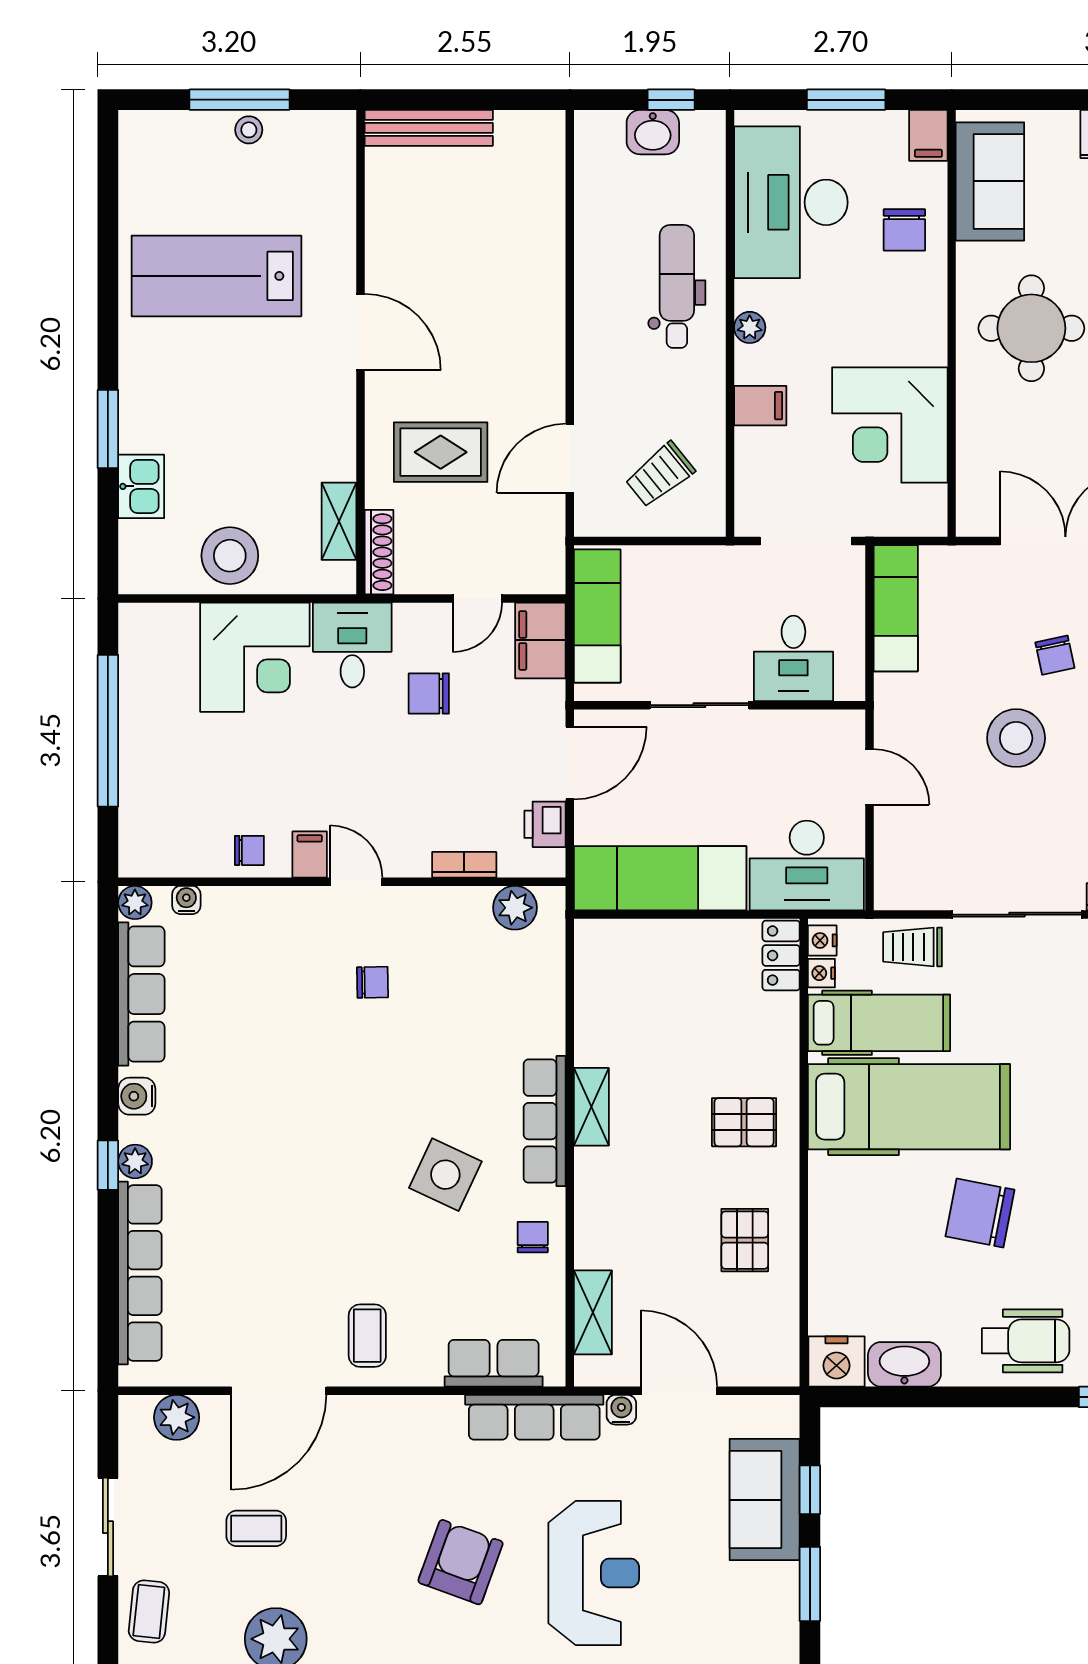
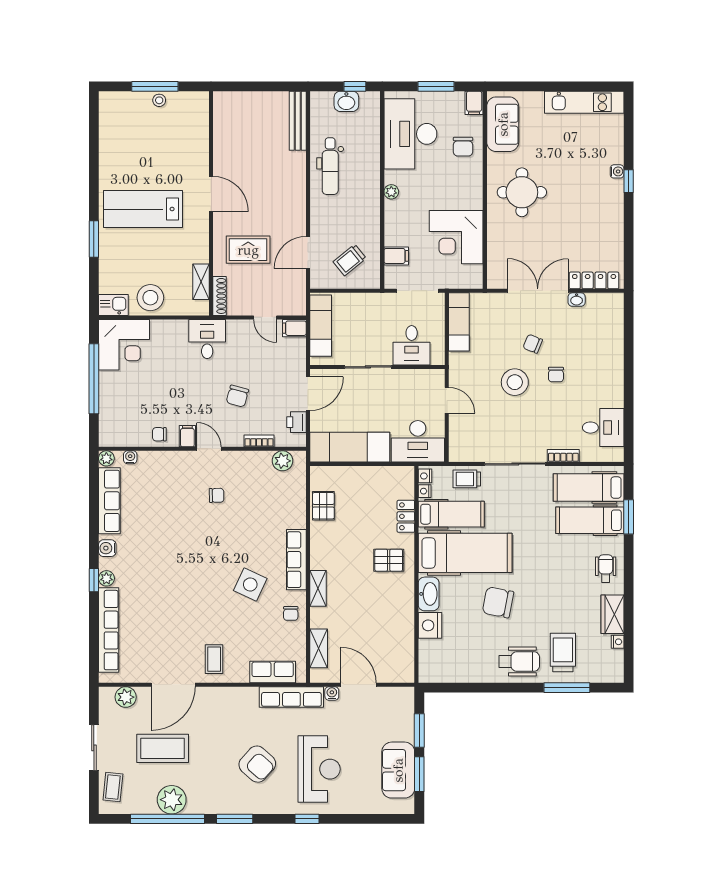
bench: (429, 128) -> (298, 121), moved, turned 90
lab bench: (216, 276) -> (143, 209), moved
dental chair: (677, 286) -> (330, 166), moved, turned 180
filing cabinet: (760, 406) -> (396, 256), moved
kitchen sink: (141, 486) -> (113, 305), moved, turned -90
door: (477, 598) -> (265, 317), hinge flipped
filing cabinet: (540, 640) -> (294, 328), width x0.50
chair: (1055, 655) -> (533, 344), turned 124
corner desk: (255, 657) -> (124, 345), moved
chair: (429, 693) -> (237, 396), moved, turned -75
chair: (249, 850) -> (159, 434), turned 180
locker: (781, 956) -> (406, 516), moved
shelving: (591, 1107) -> (318, 588), moved
chair: (533, 1237) -> (291, 613), turned 180
pallet: (745, 1240) -> (323, 506), moved
nightstand: (837, 1361) -> (430, 625), moved, turned 90
washbasin: (904, 1364) -> (429, 594), moved, turned 90
window: (810, 1490) -> (419, 731), width x1.50
sofa: (765, 1500) -> (398, 770), moved
coffee table: (256, 1528) -> (163, 748), width x1.86, depth x1.72
armchair: (461, 1562) -> (257, 764), turned 112

